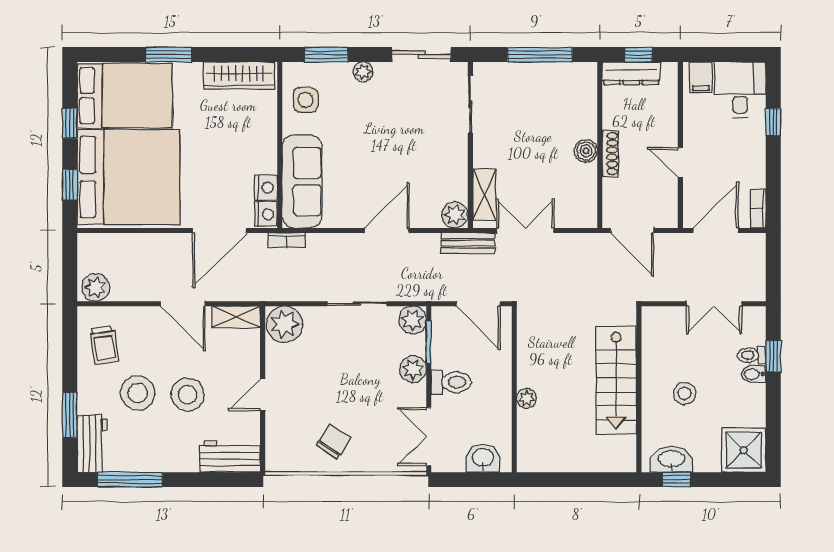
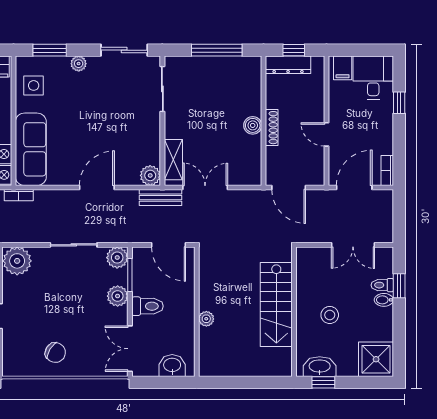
chair: (333, 442) -> (55, 353), turned 88

